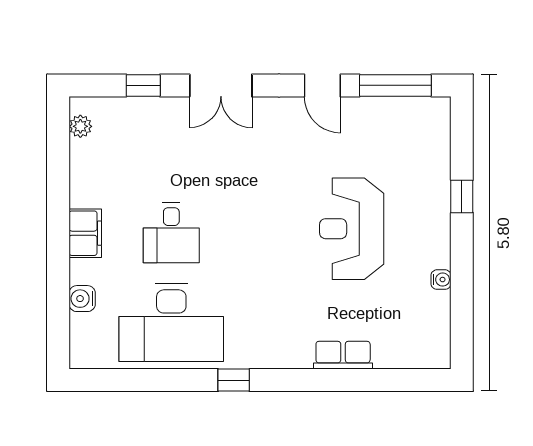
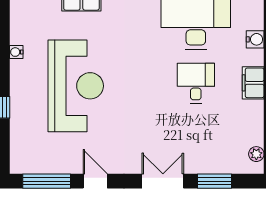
window: (143, 85) -> (215, 181), width x1.50
reception desk: (352, 229) -> (76, 86), width x1.36, depth x1.30

